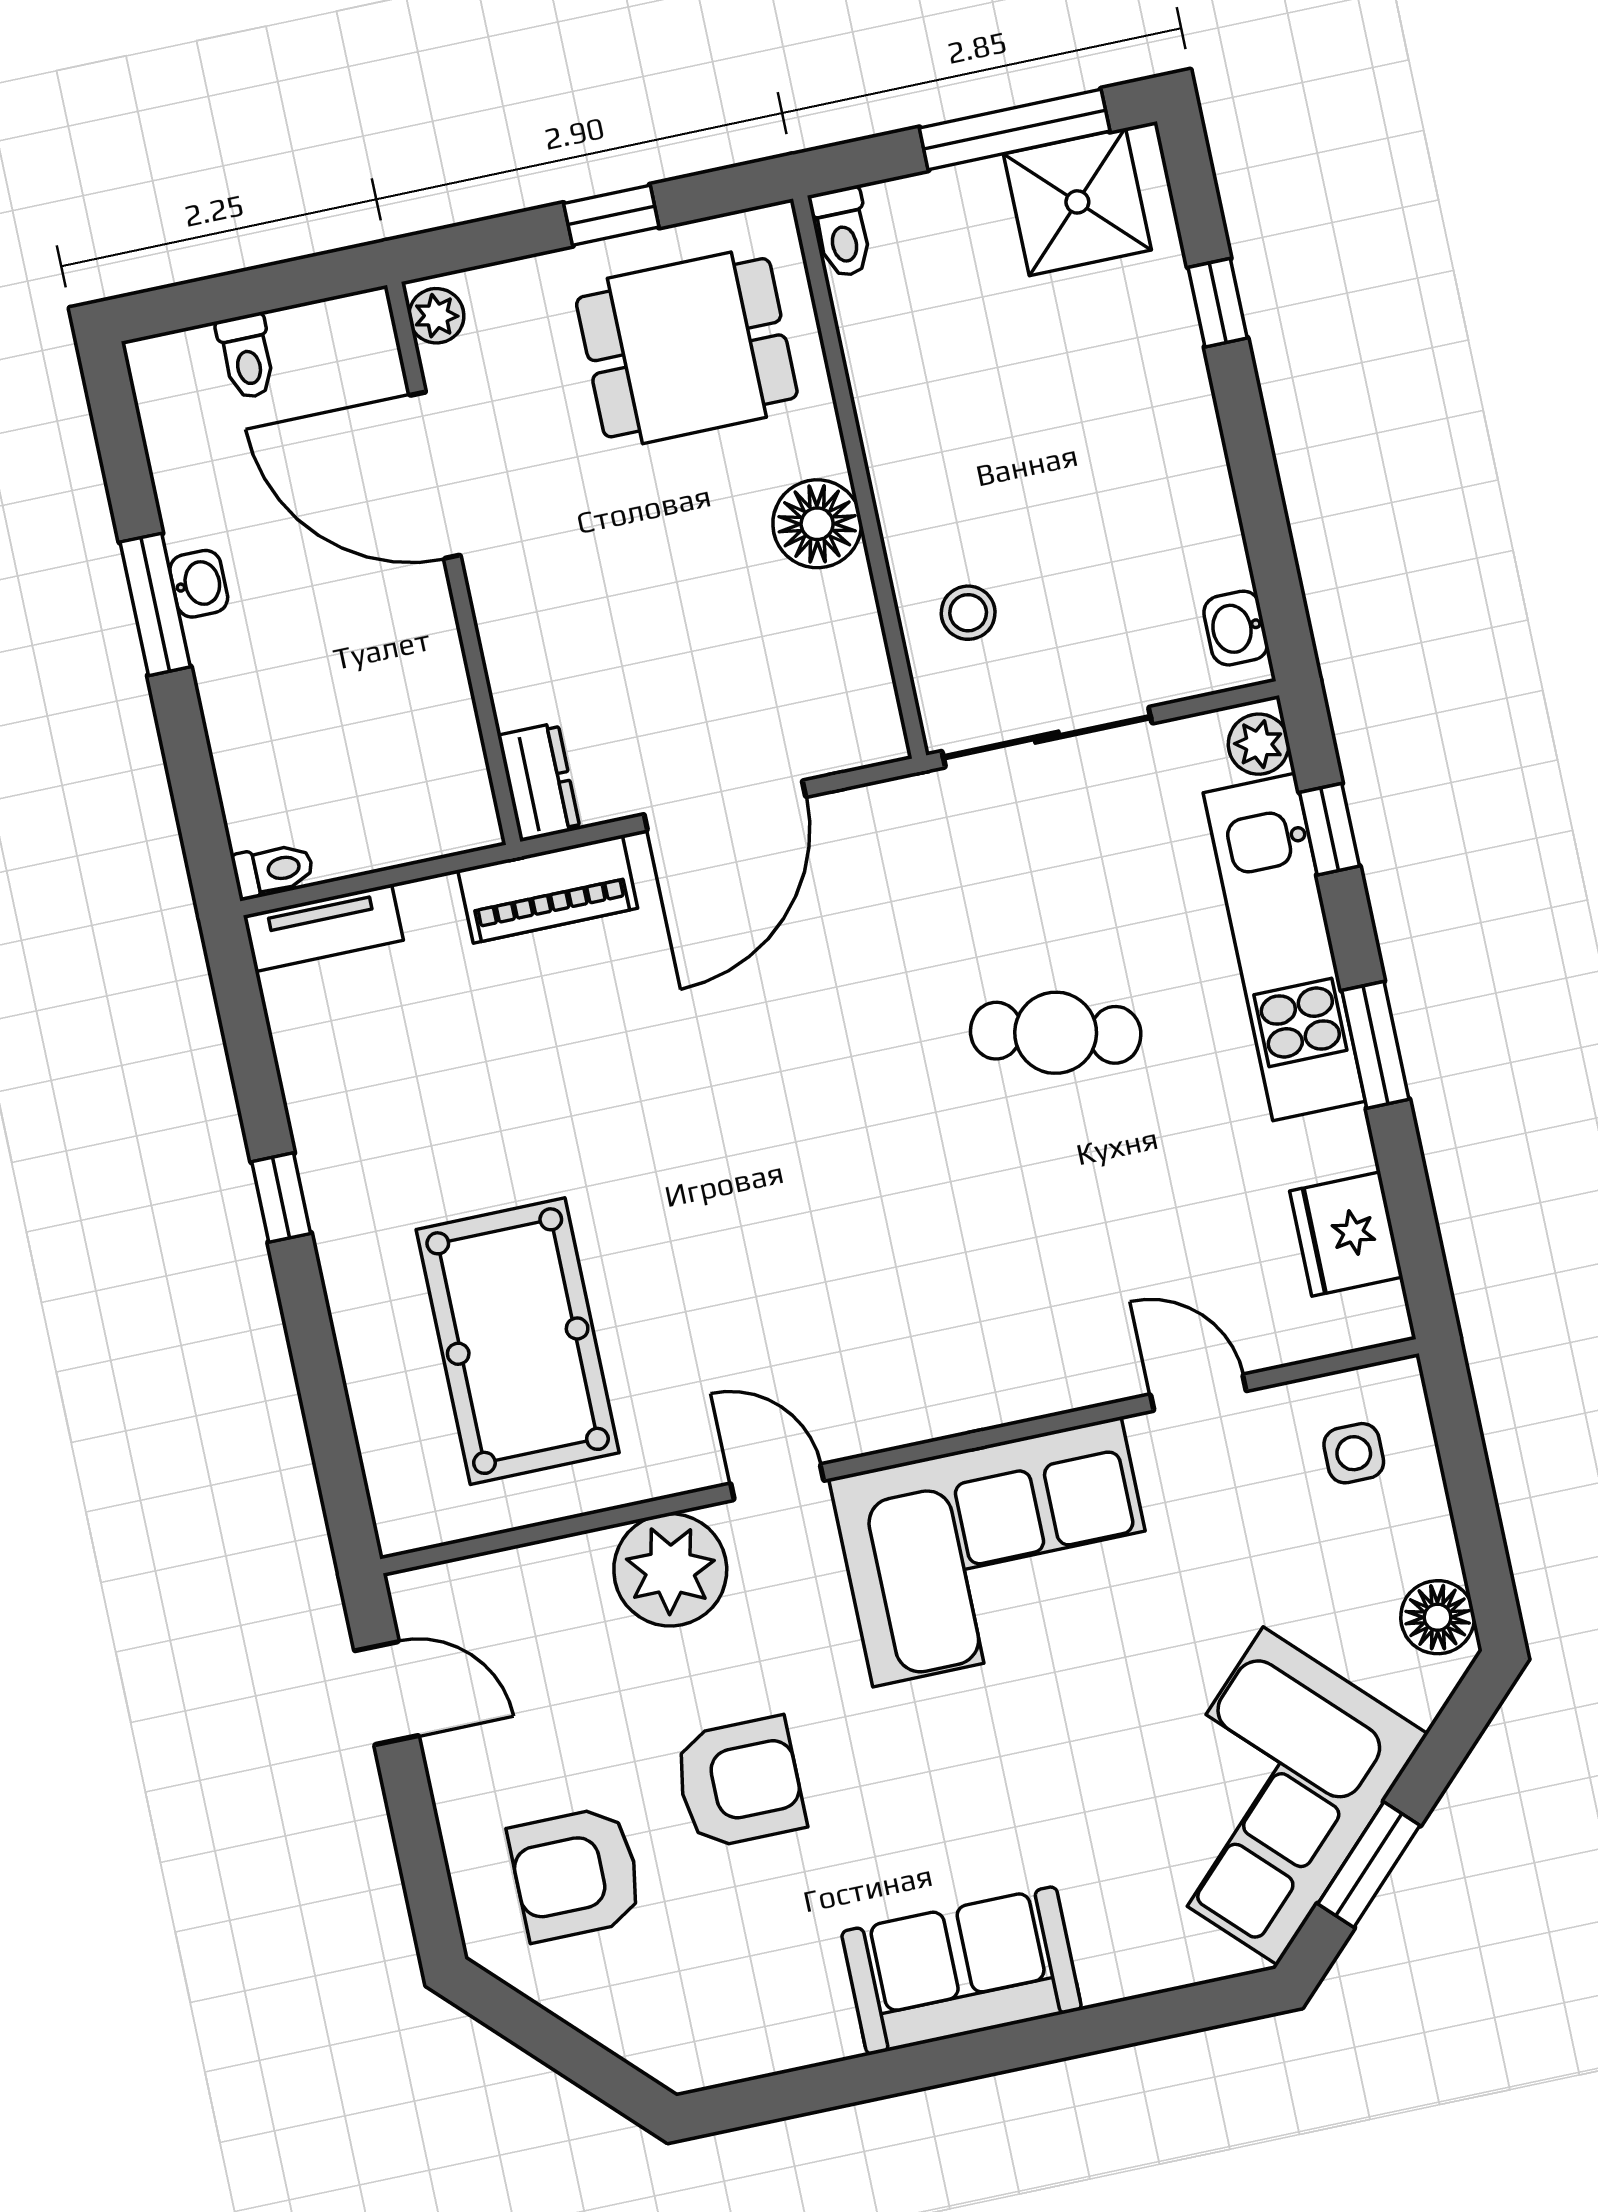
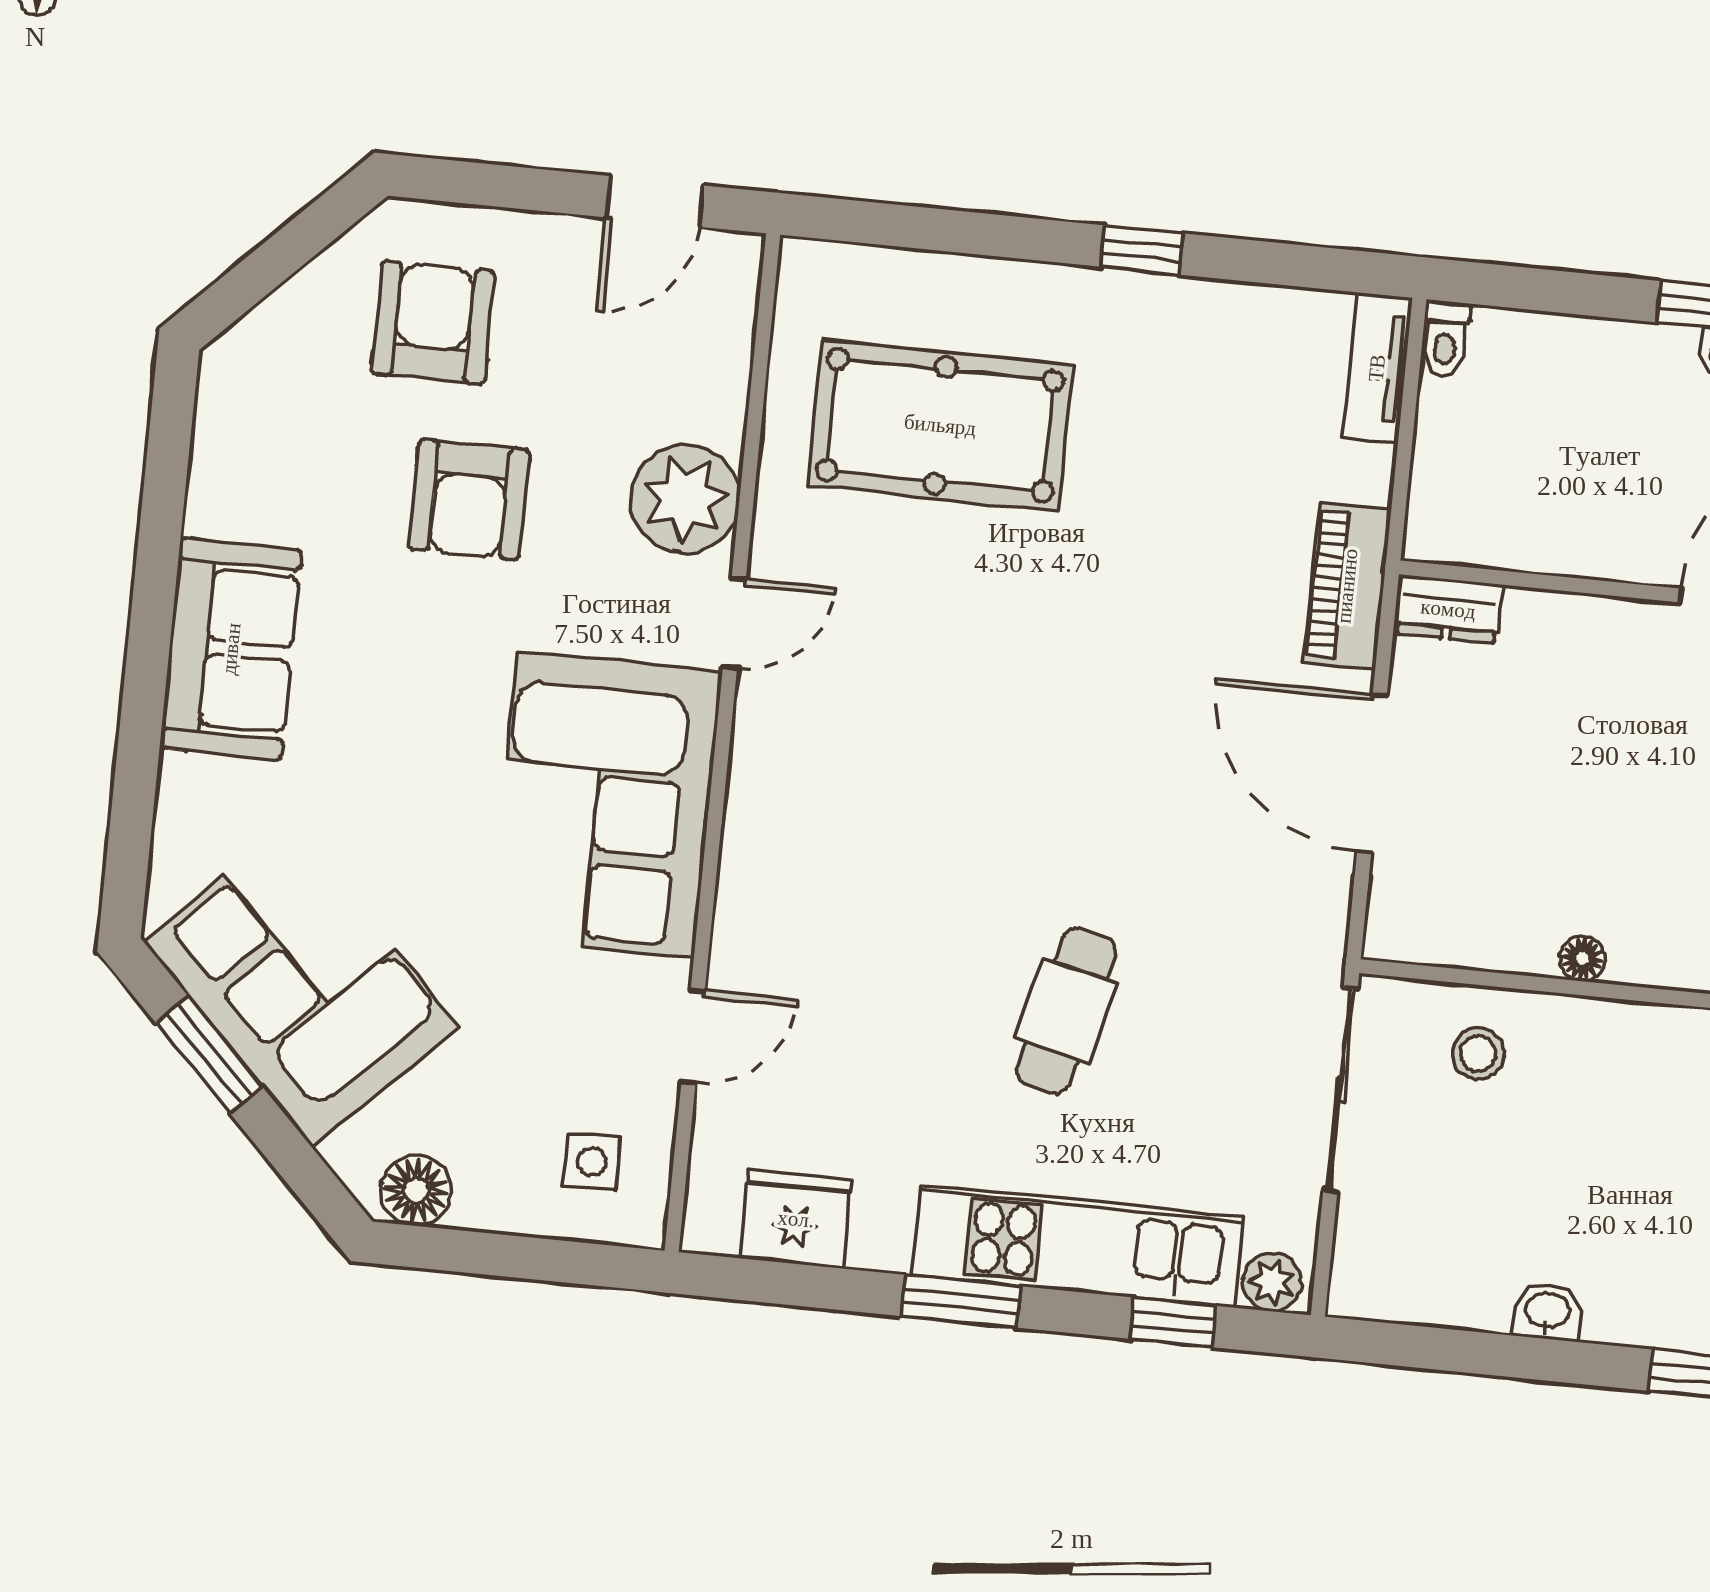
floor lamp: (817, 524) -> (1582, 959), width x0.53, depth x0.53
washbasin: (1236, 628) -> (1547, 1311), moved

